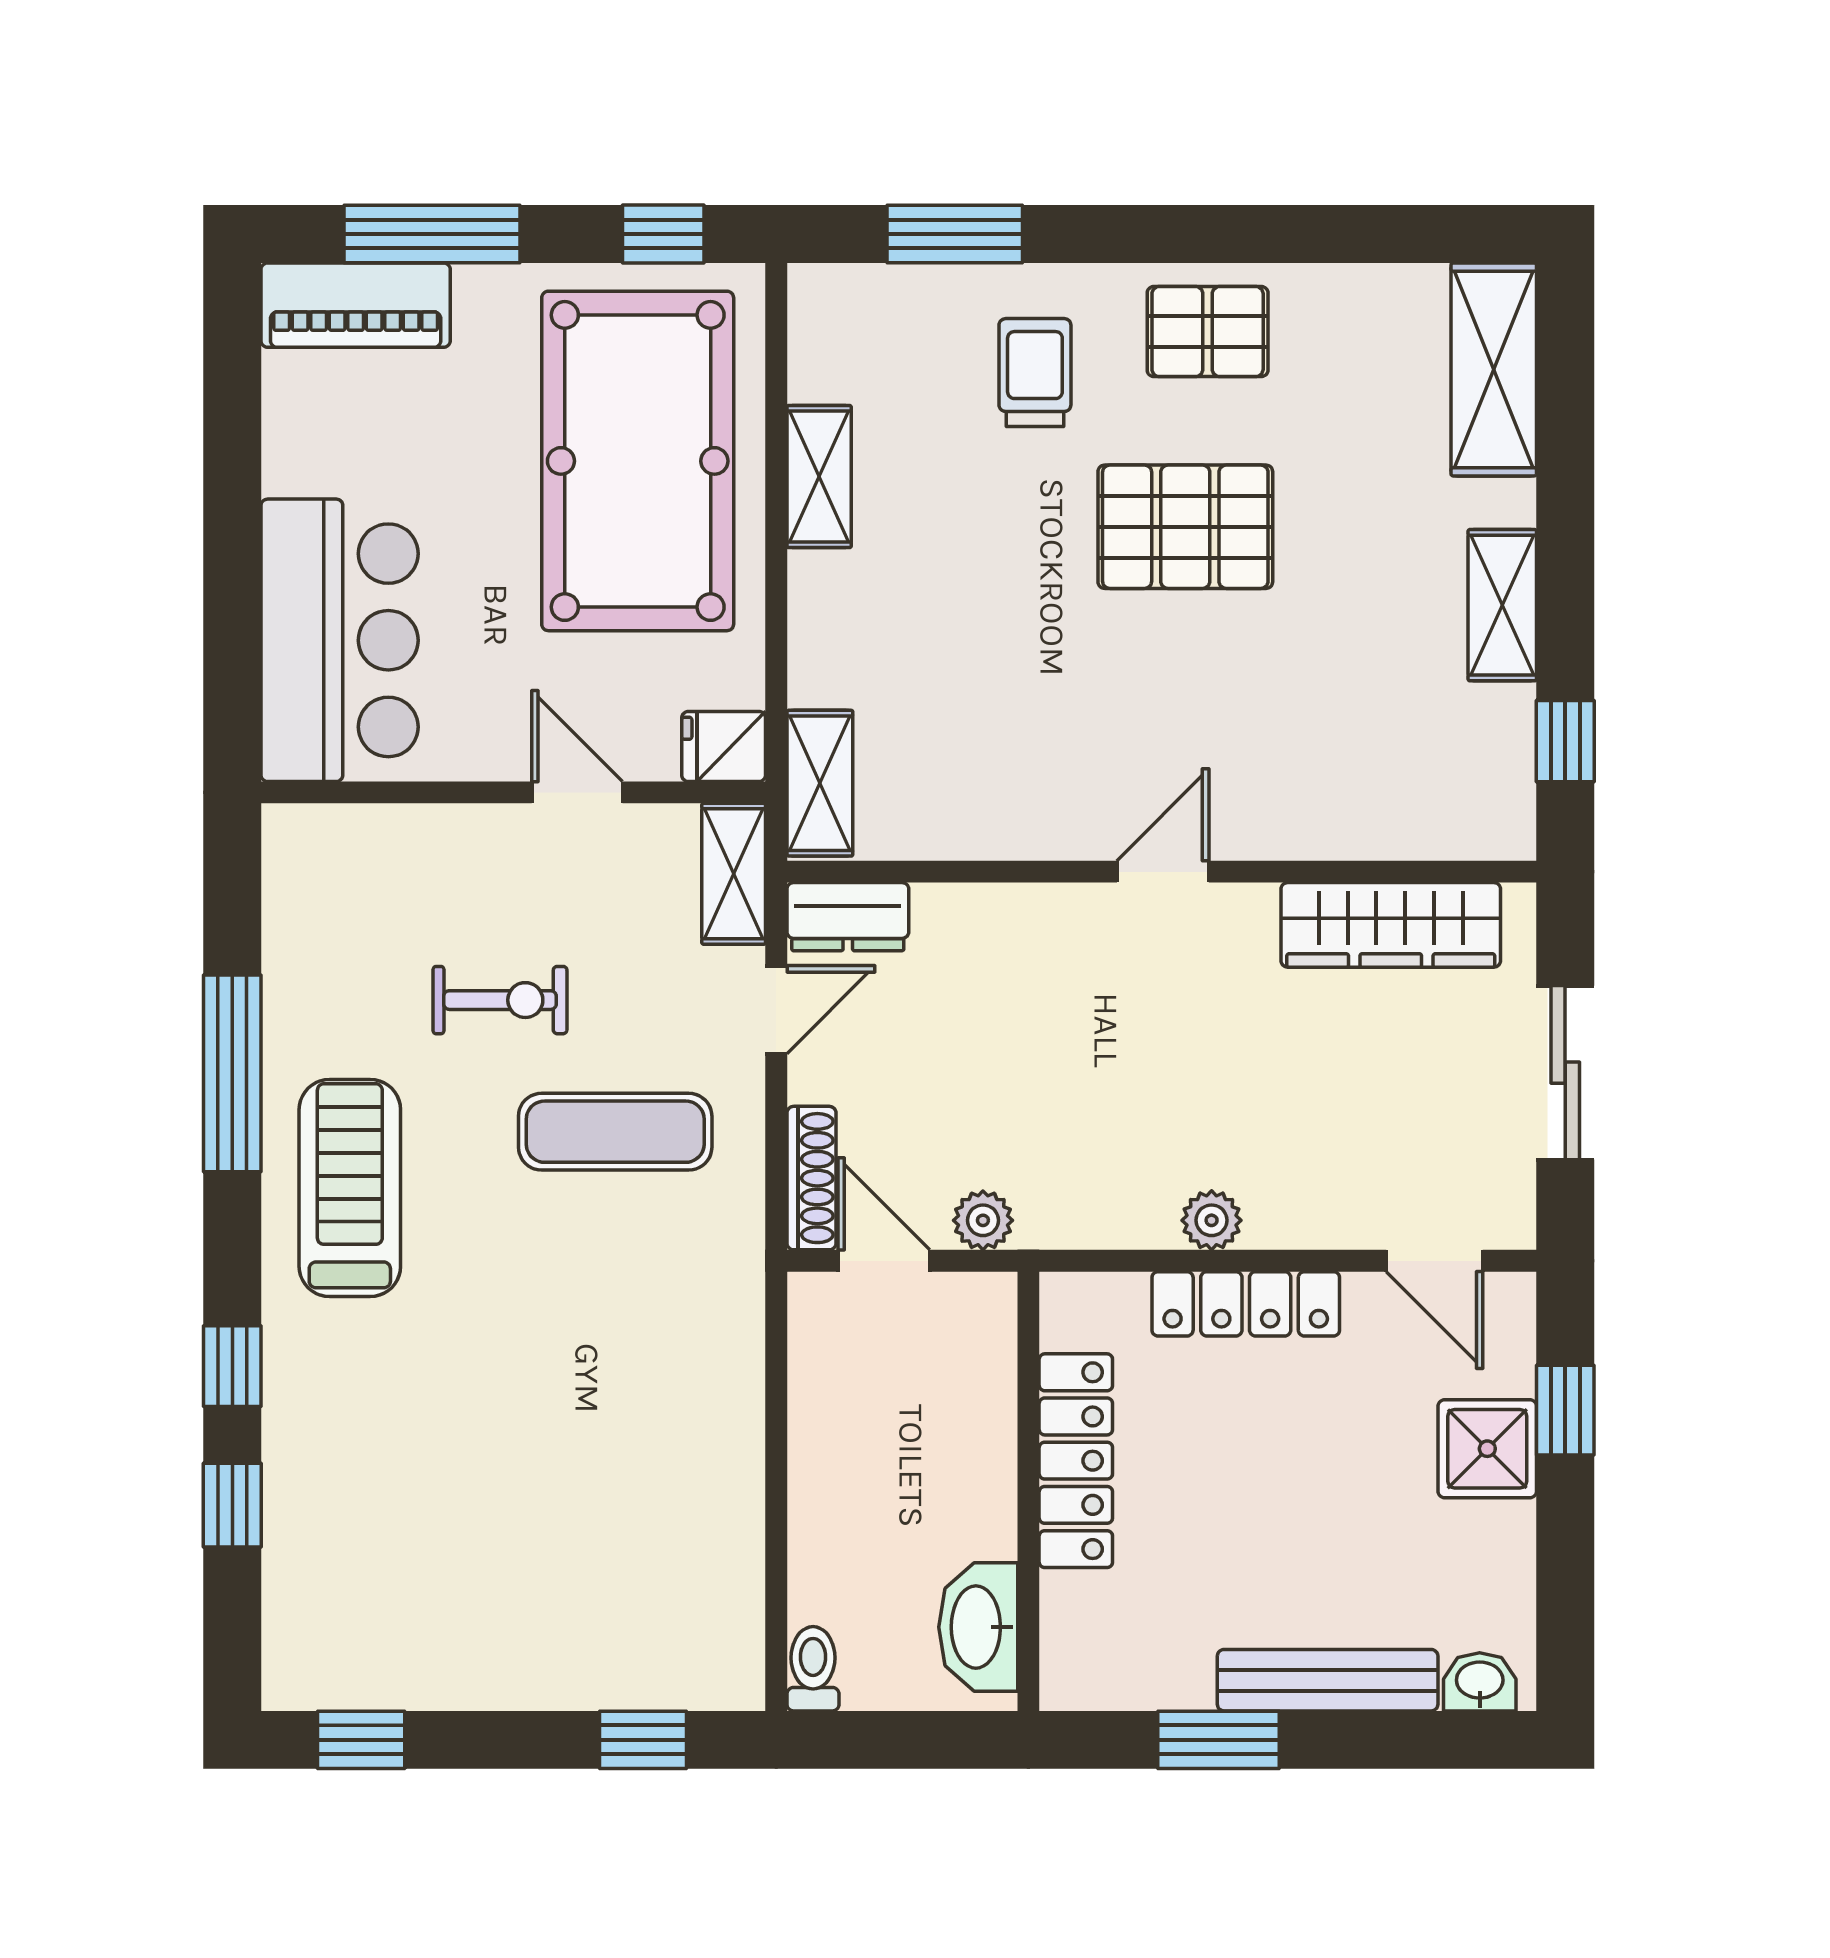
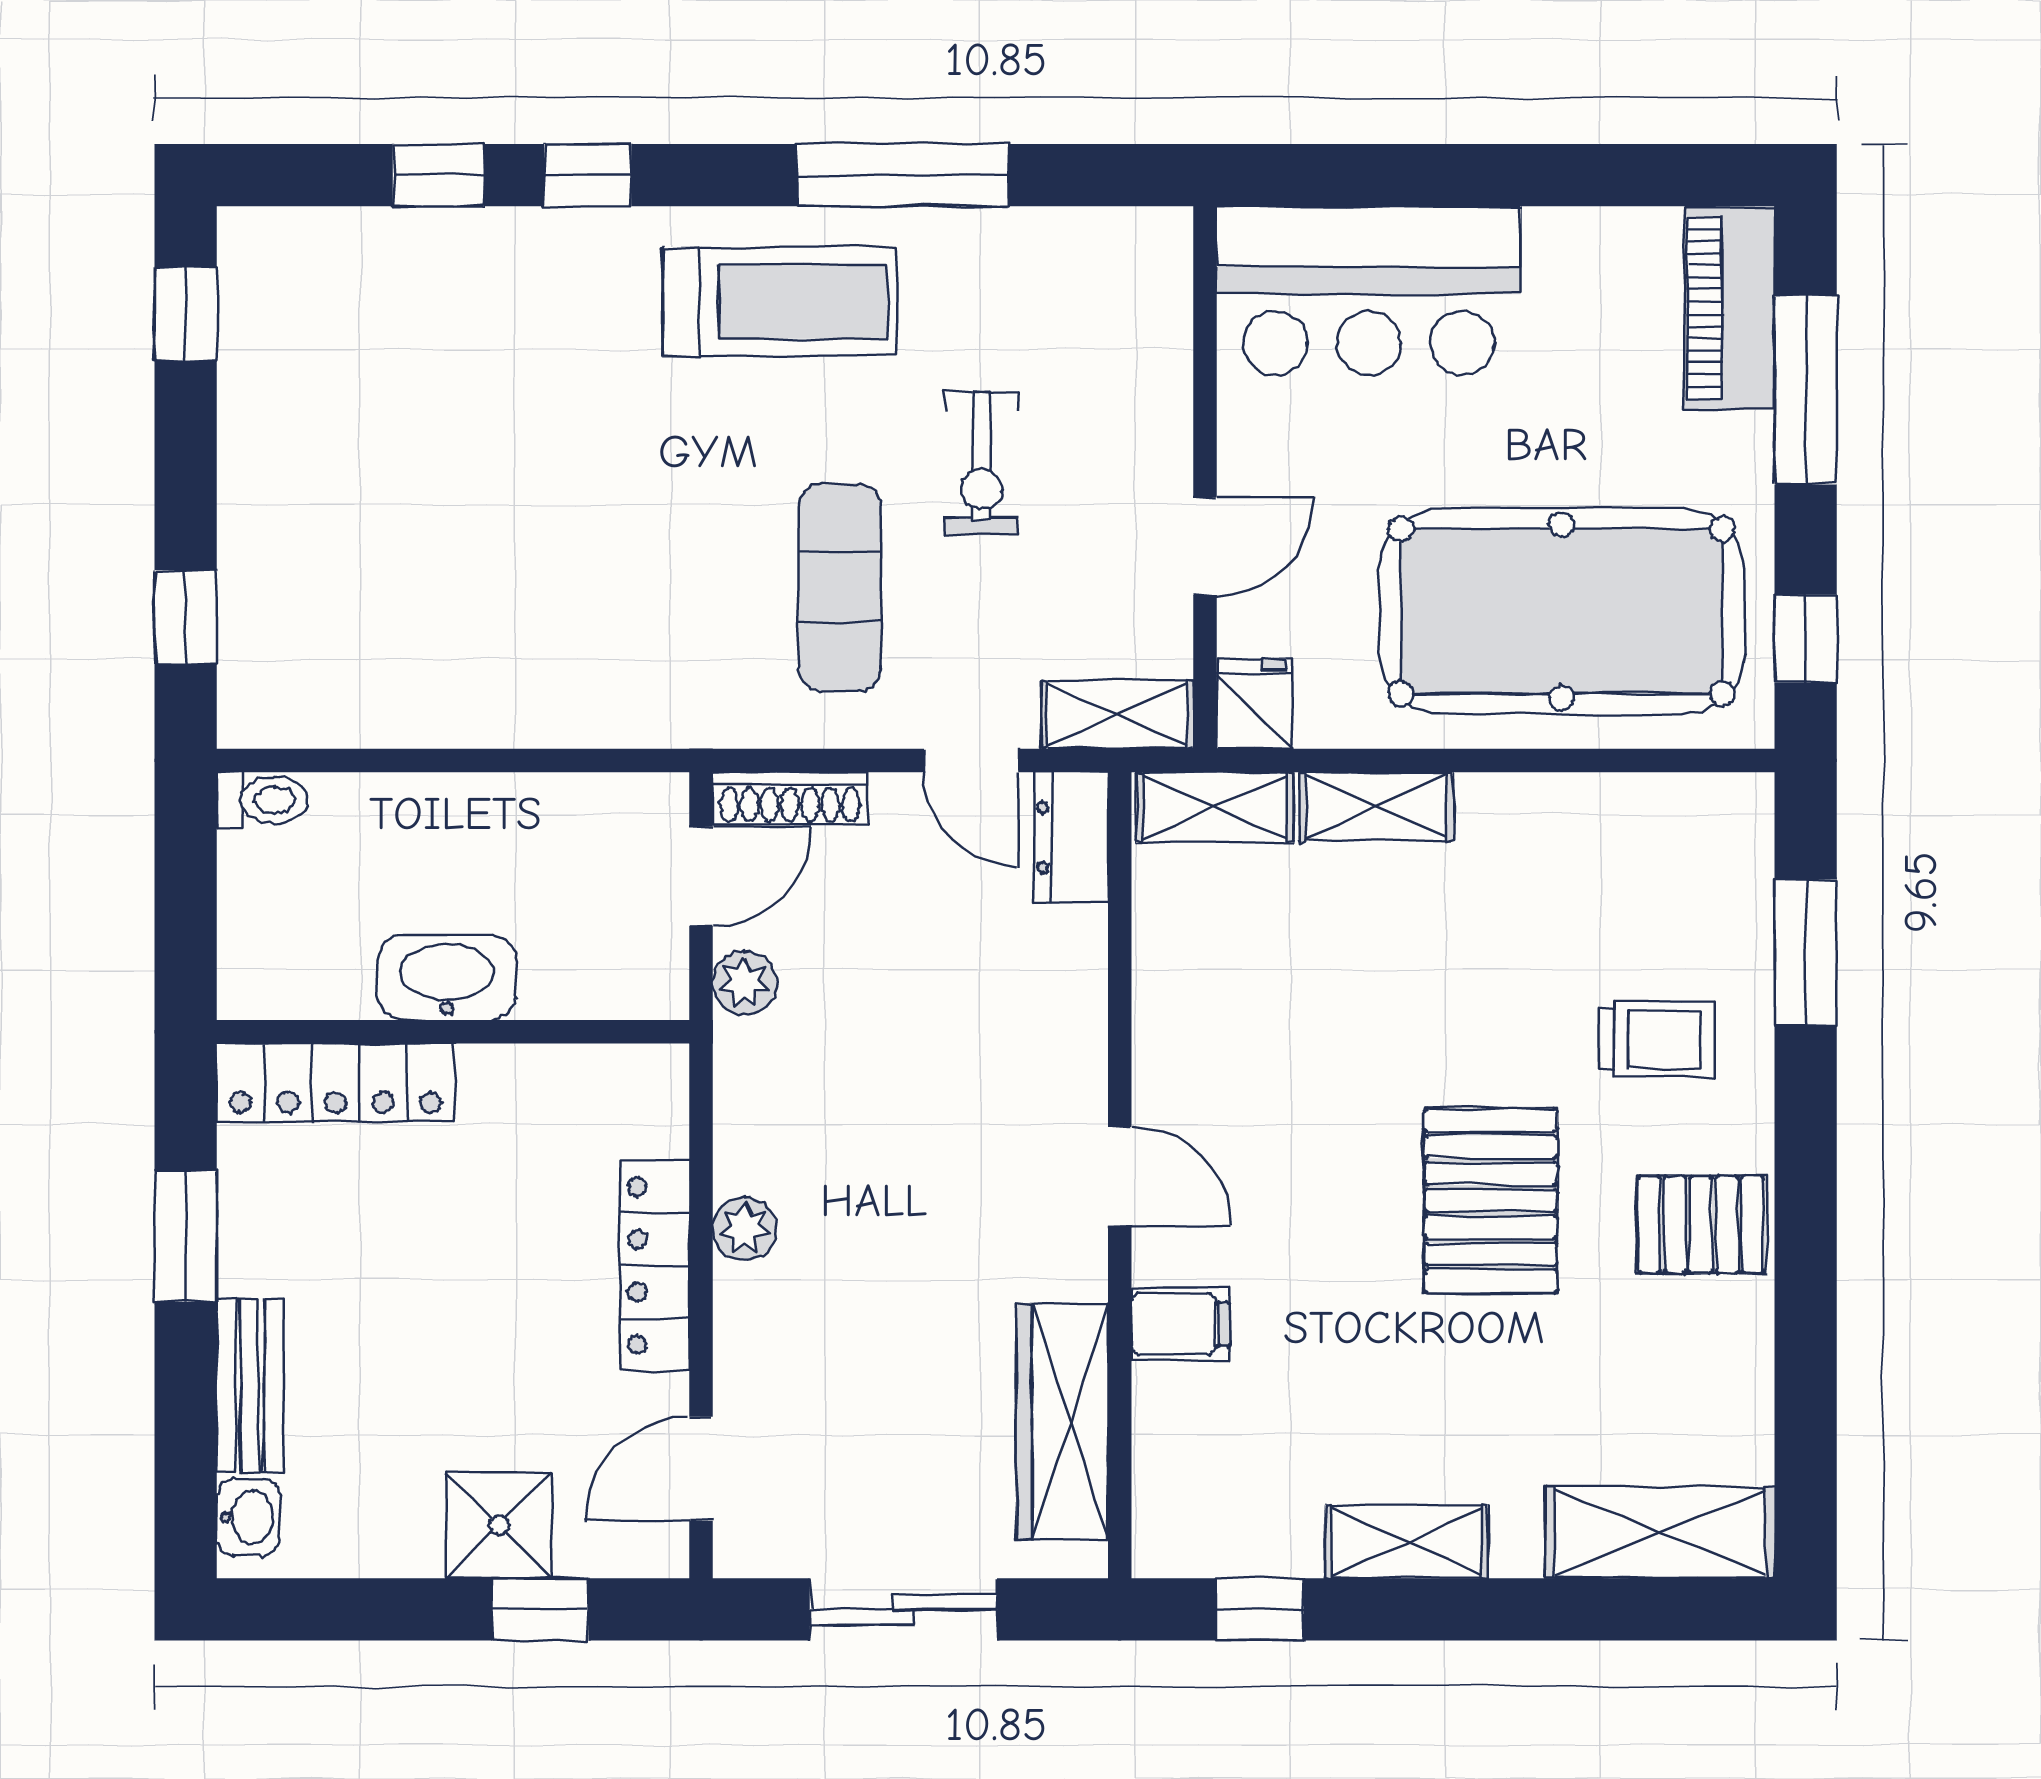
pallet: (1208, 332) -> (1701, 1224), turned 90
shelving: (819, 477) -> (1376, 807), moved
filing cabinet: (1300, 815) -> (1180, 1324), added
locker: (1076, 1461) -> (335, 1083), moved
washbasin: (978, 1627) -> (447, 978), moved
bench: (1328, 1680) -> (250, 1385), width x0.73

